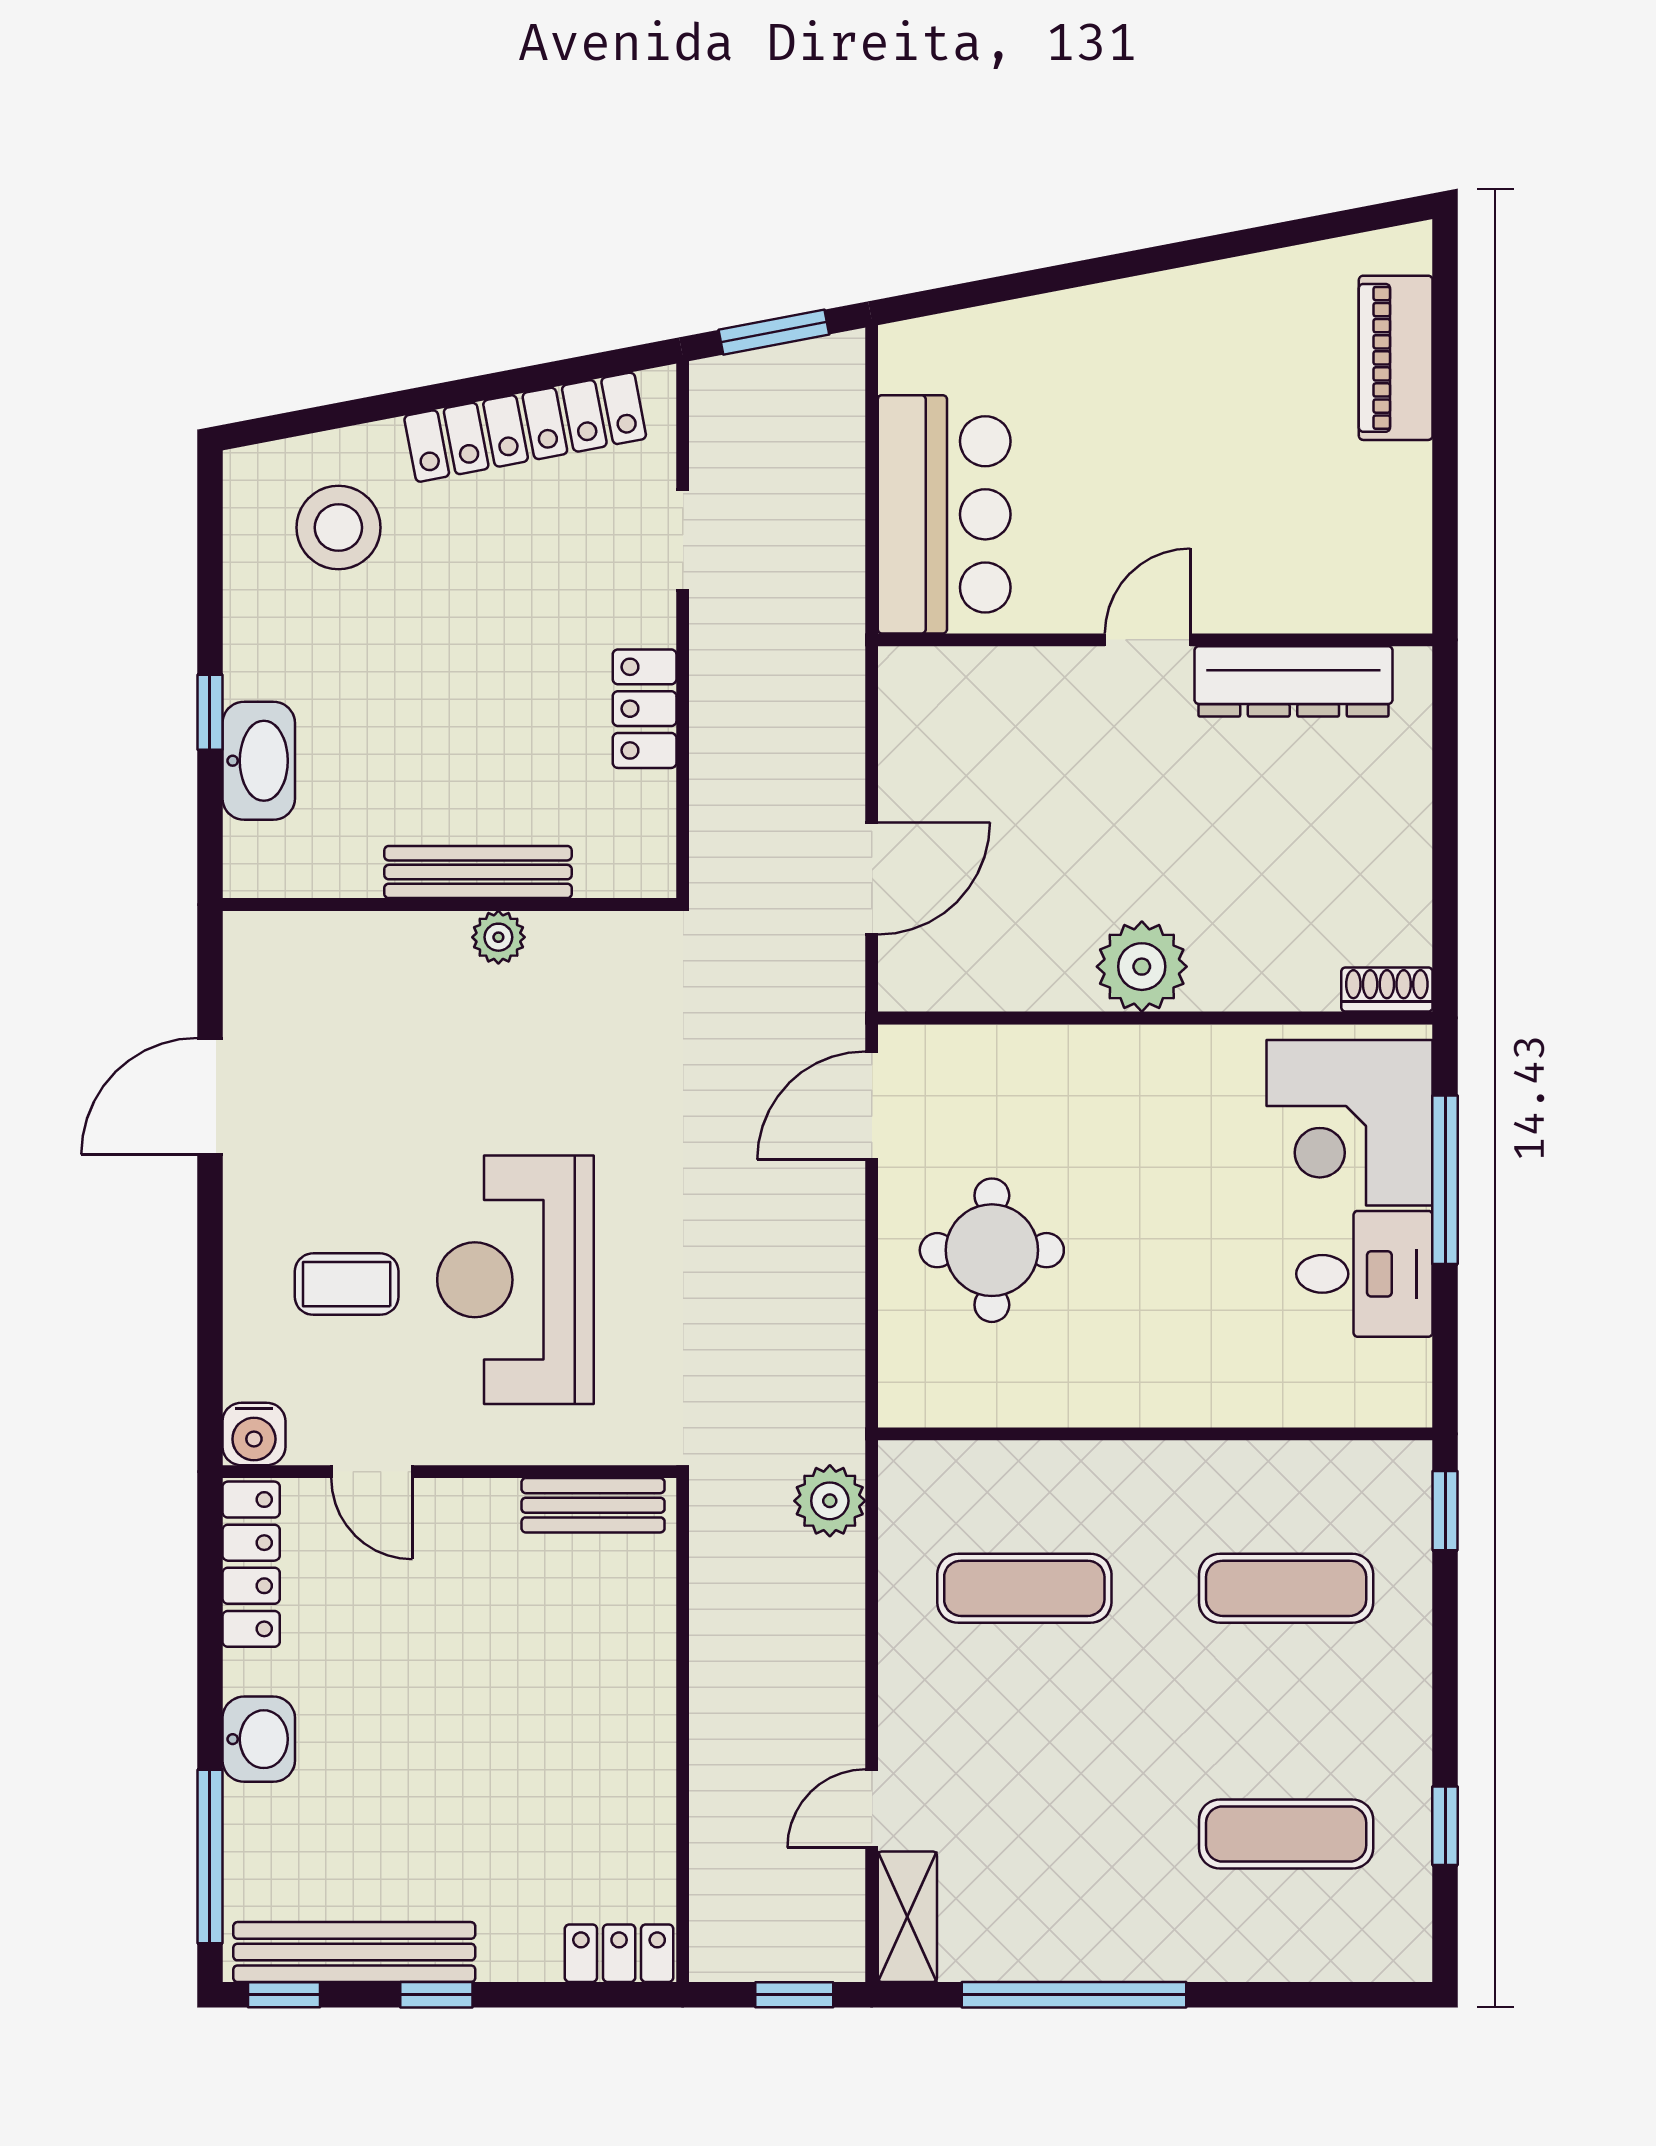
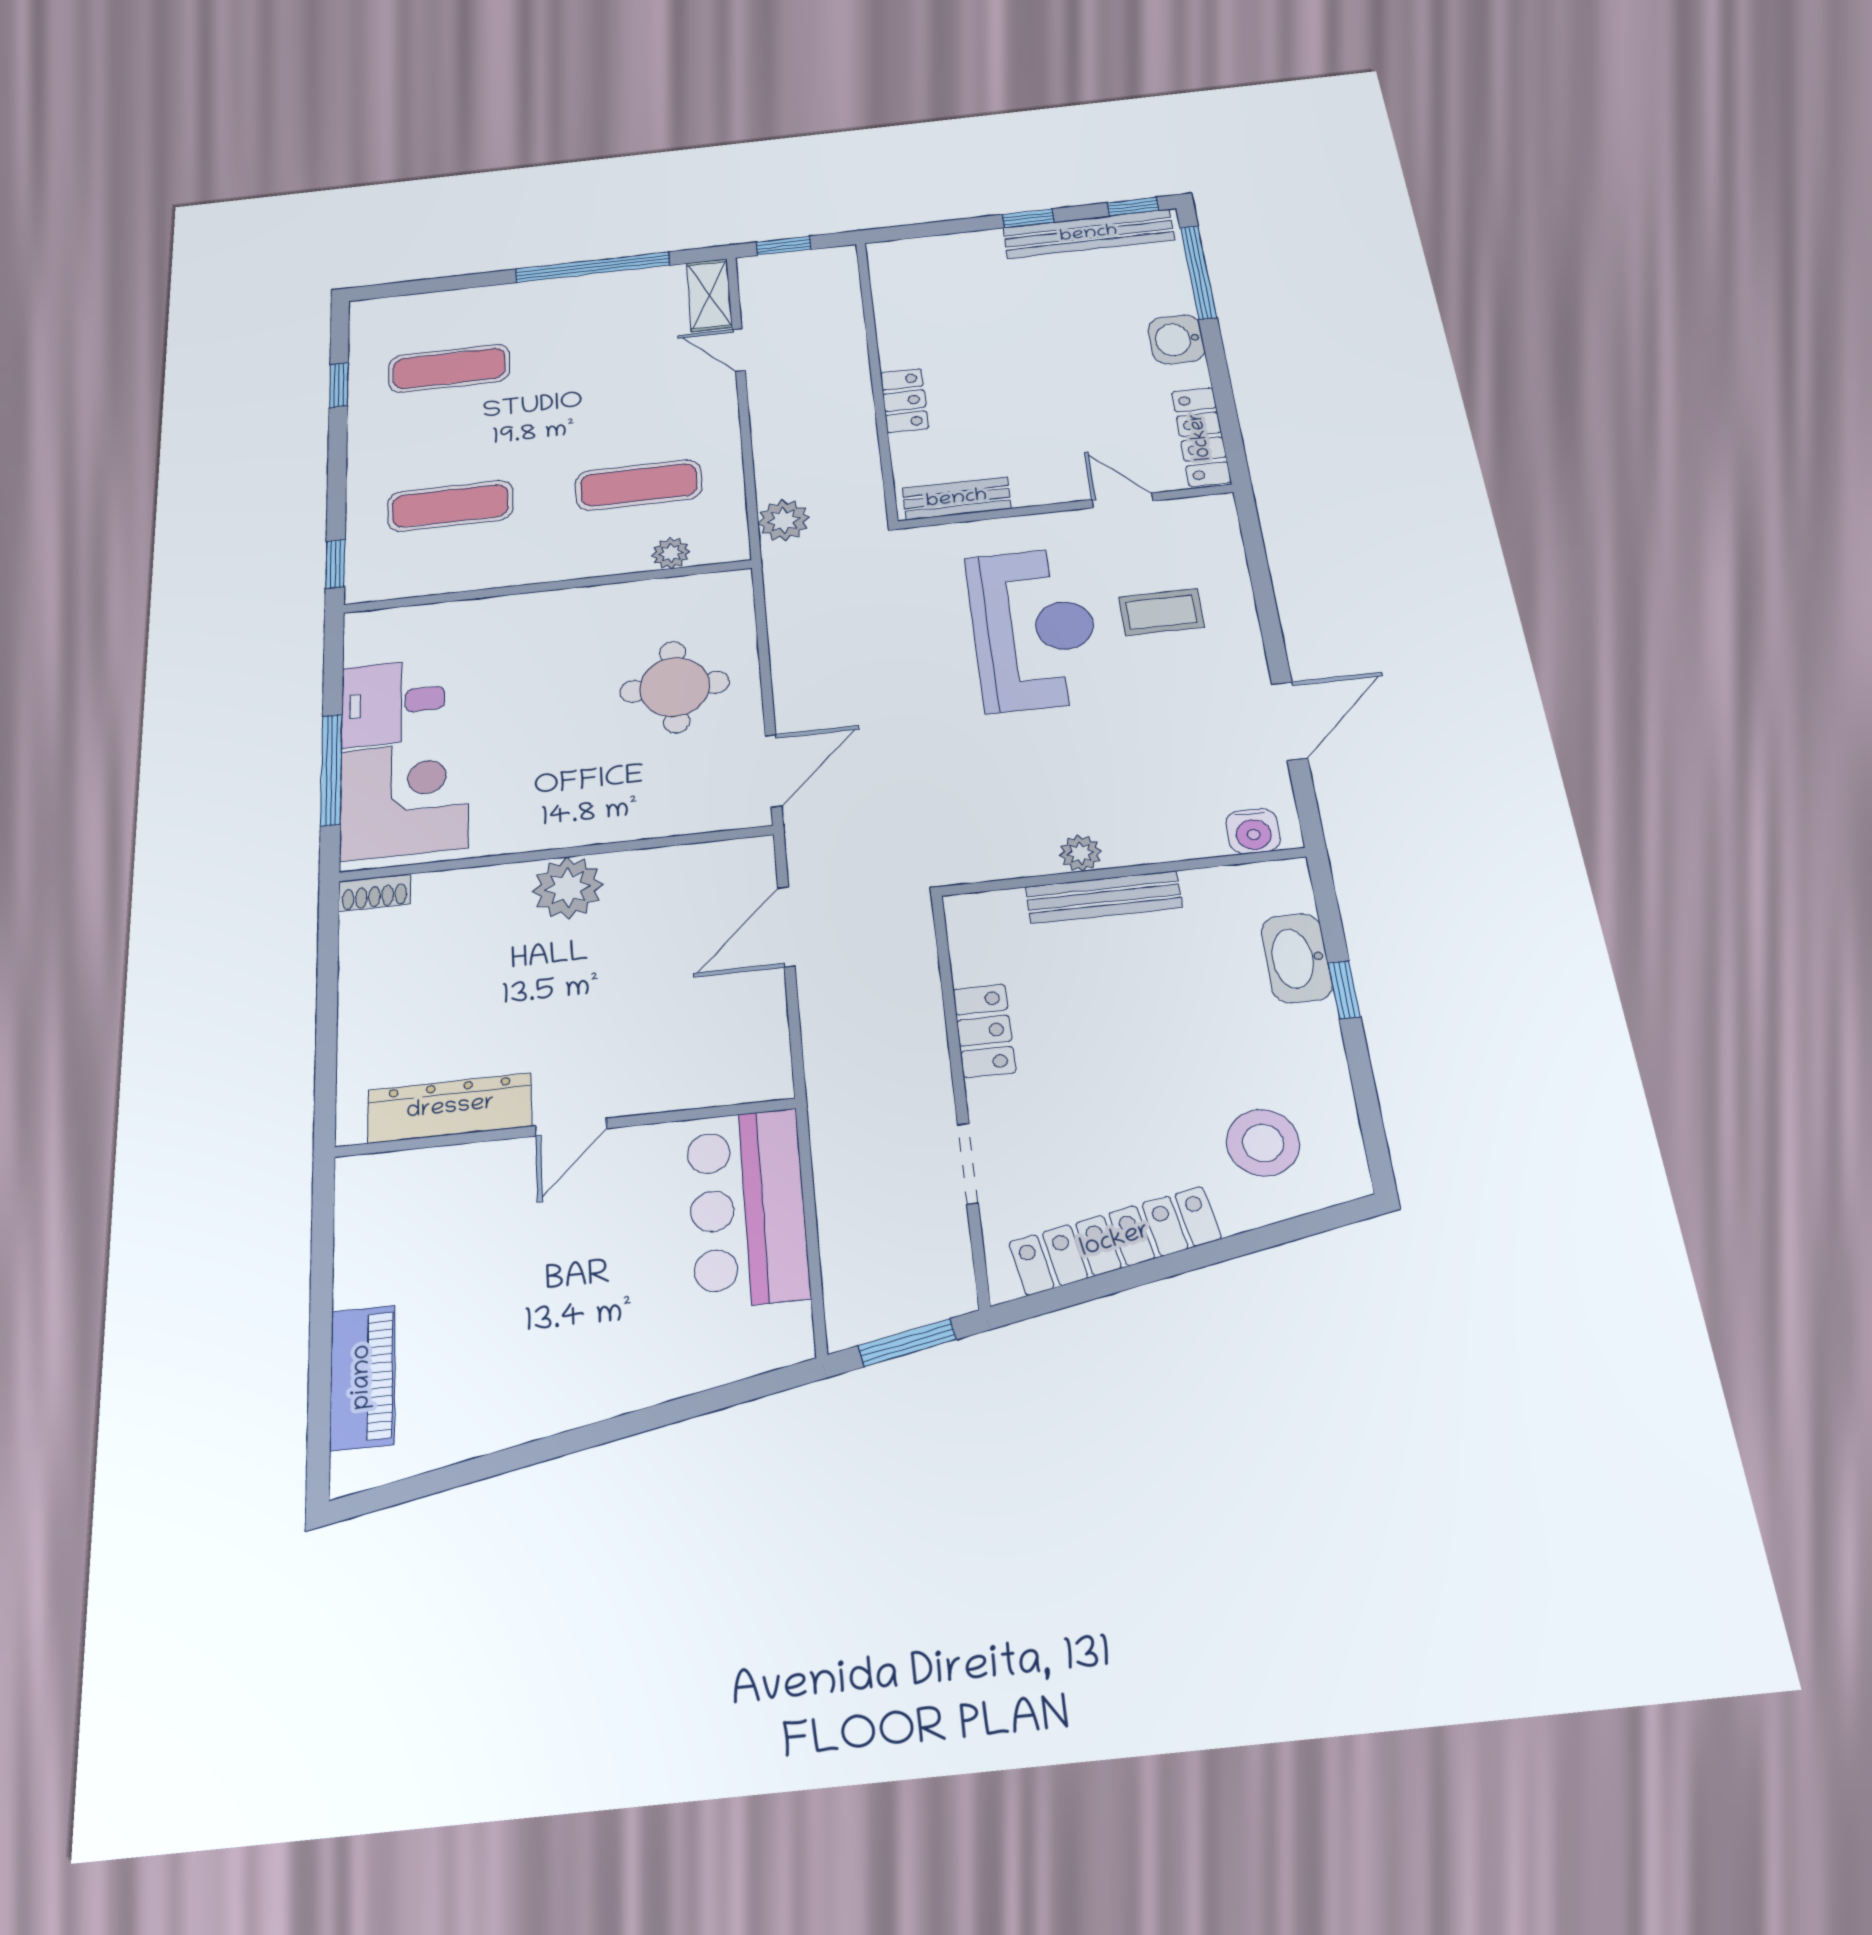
water cooler: (254, 1434) -> (1253, 831), moved, turned 180
plant: (986, 1467) -> (671, 553), added
door: (872, 1808) -> (739, 350), swing flipped
locker: (619, 1953) -> (904, 401), moved, turned -90

